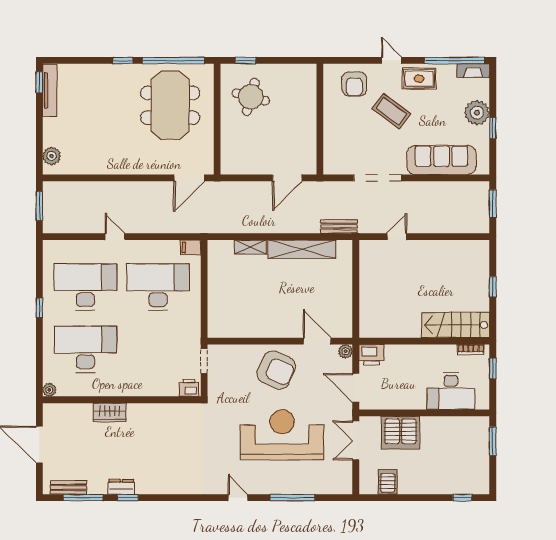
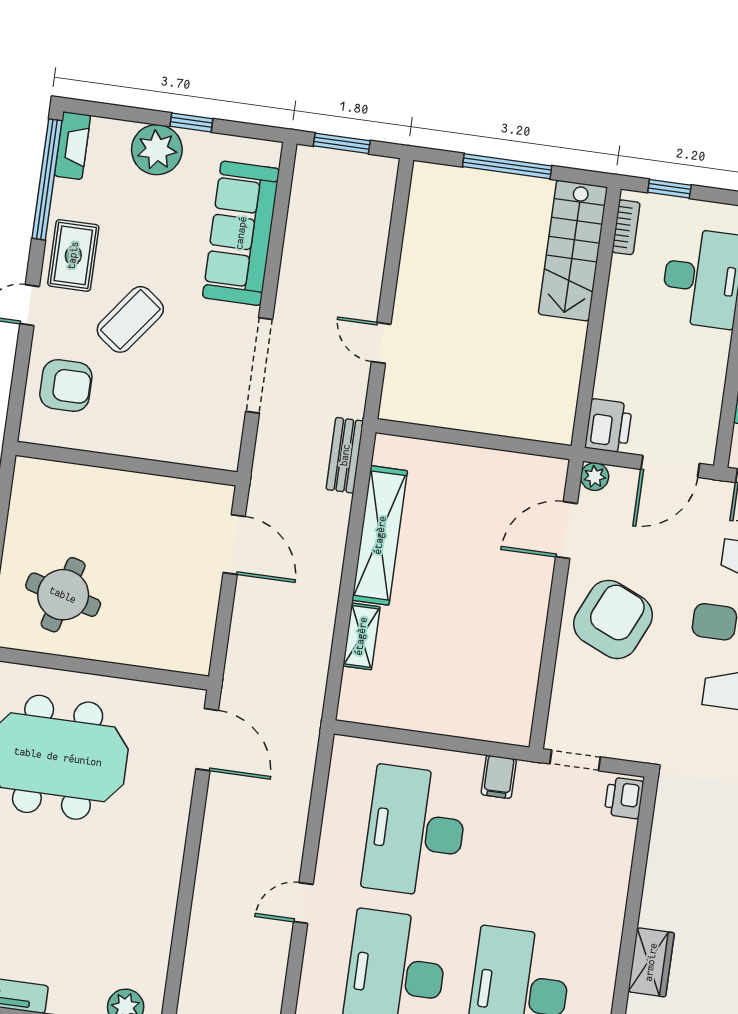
filing cabinet: (191, 247) -> (499, 777), moved
window: (493, 287) -> (507, 166), width x2.17

